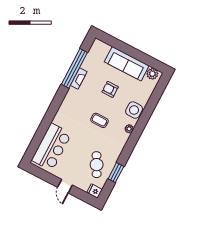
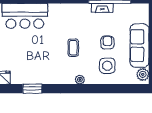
side table: (134, 110) -> (107, 66), moved
cafe table: (97, 165) -> (30, 67), removed

